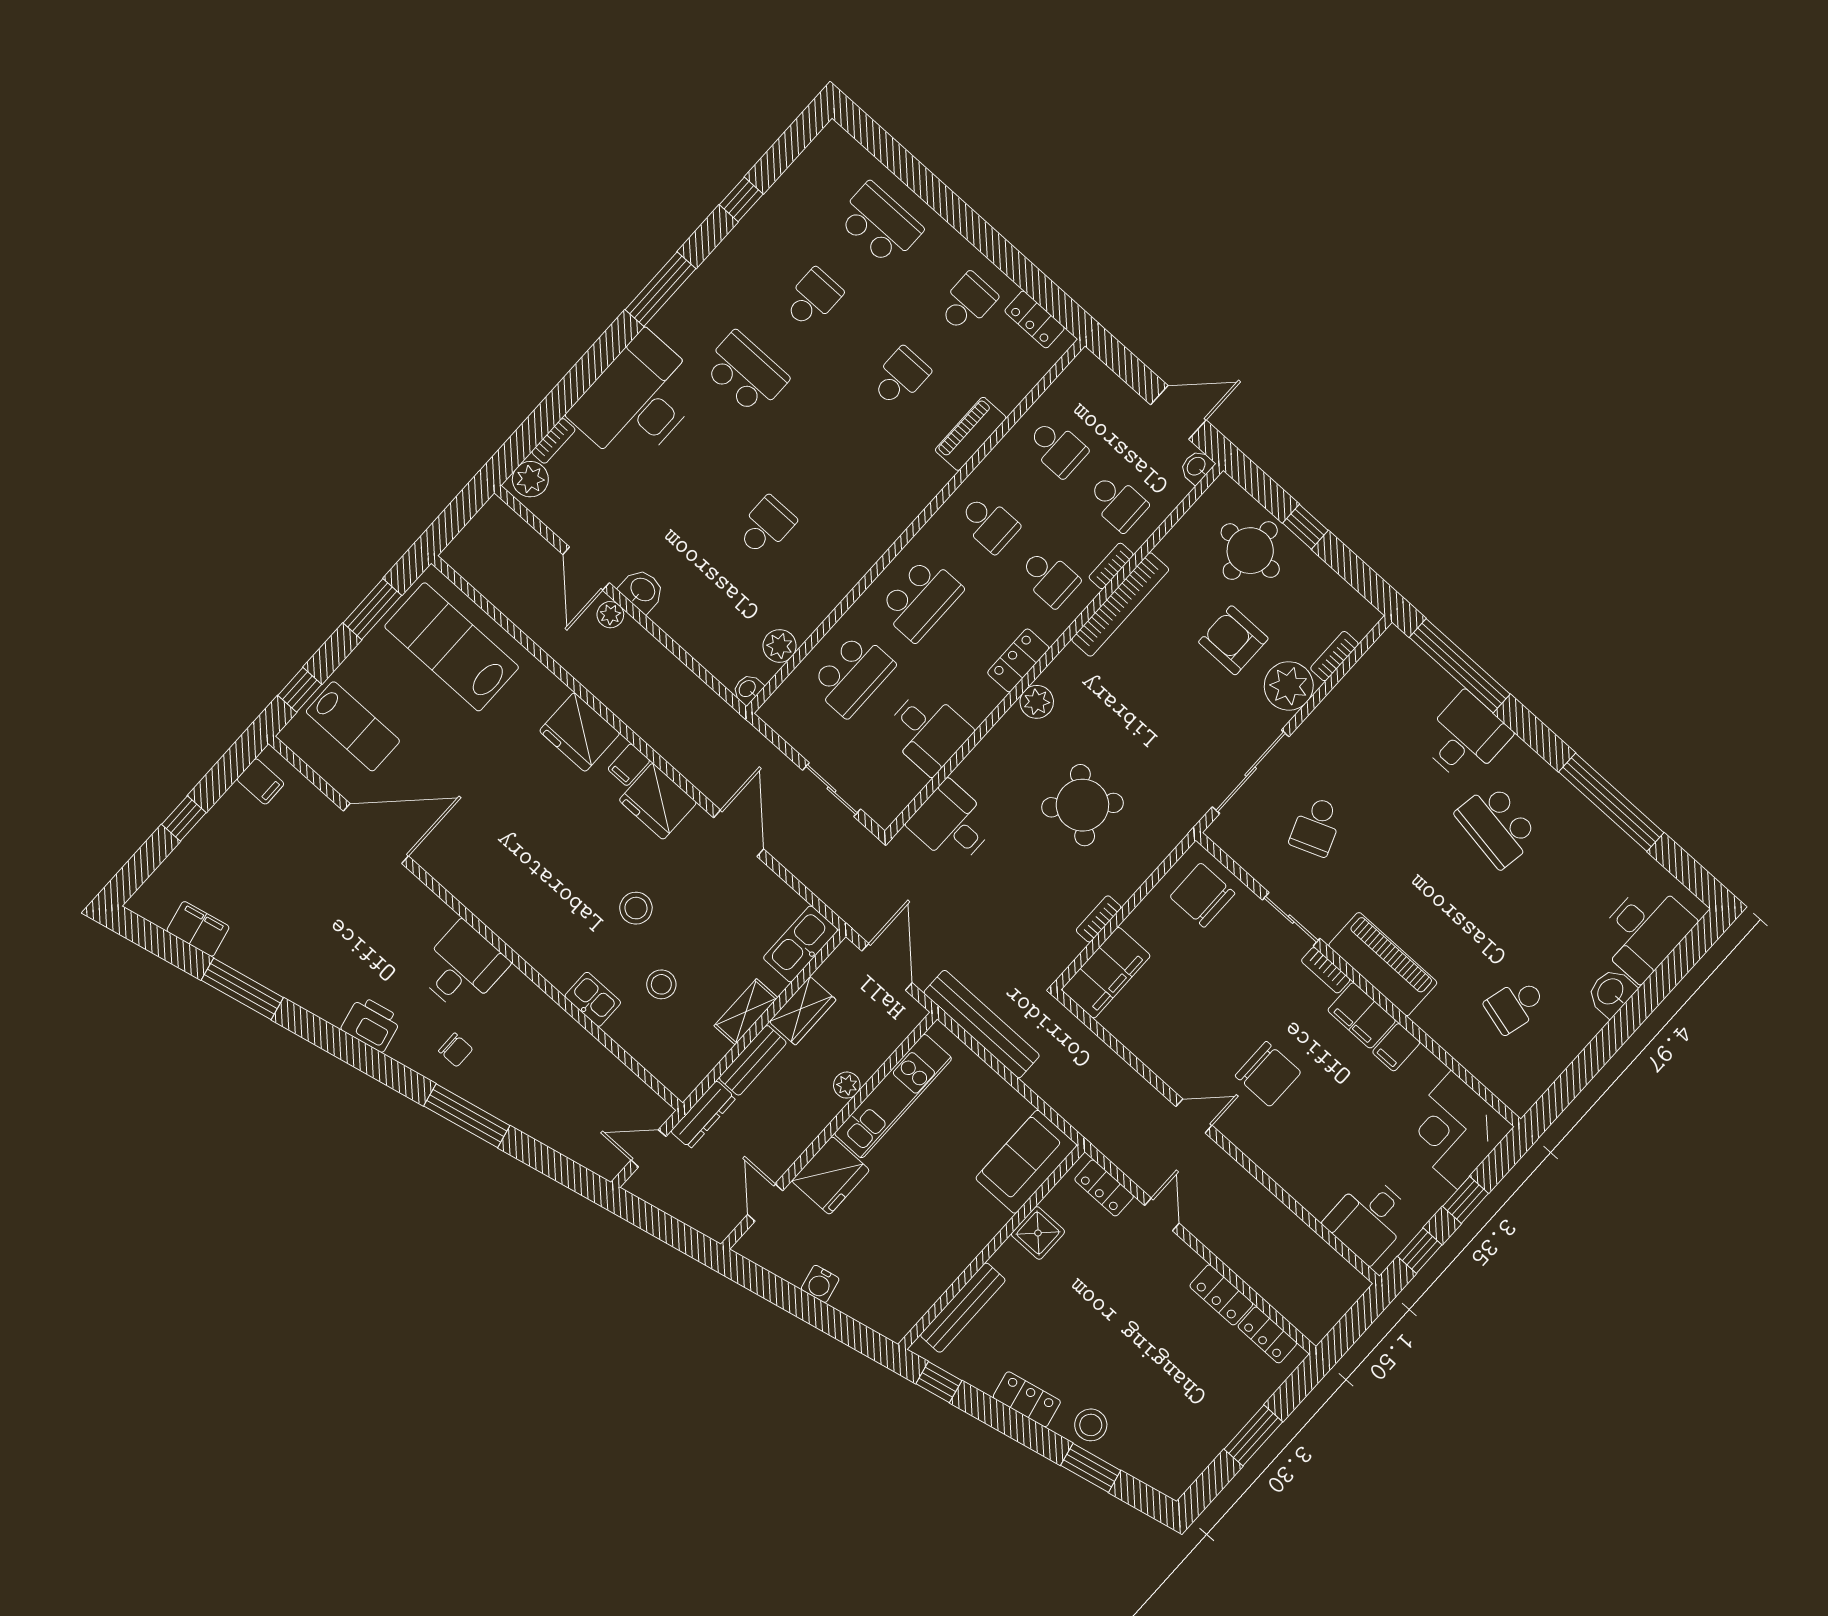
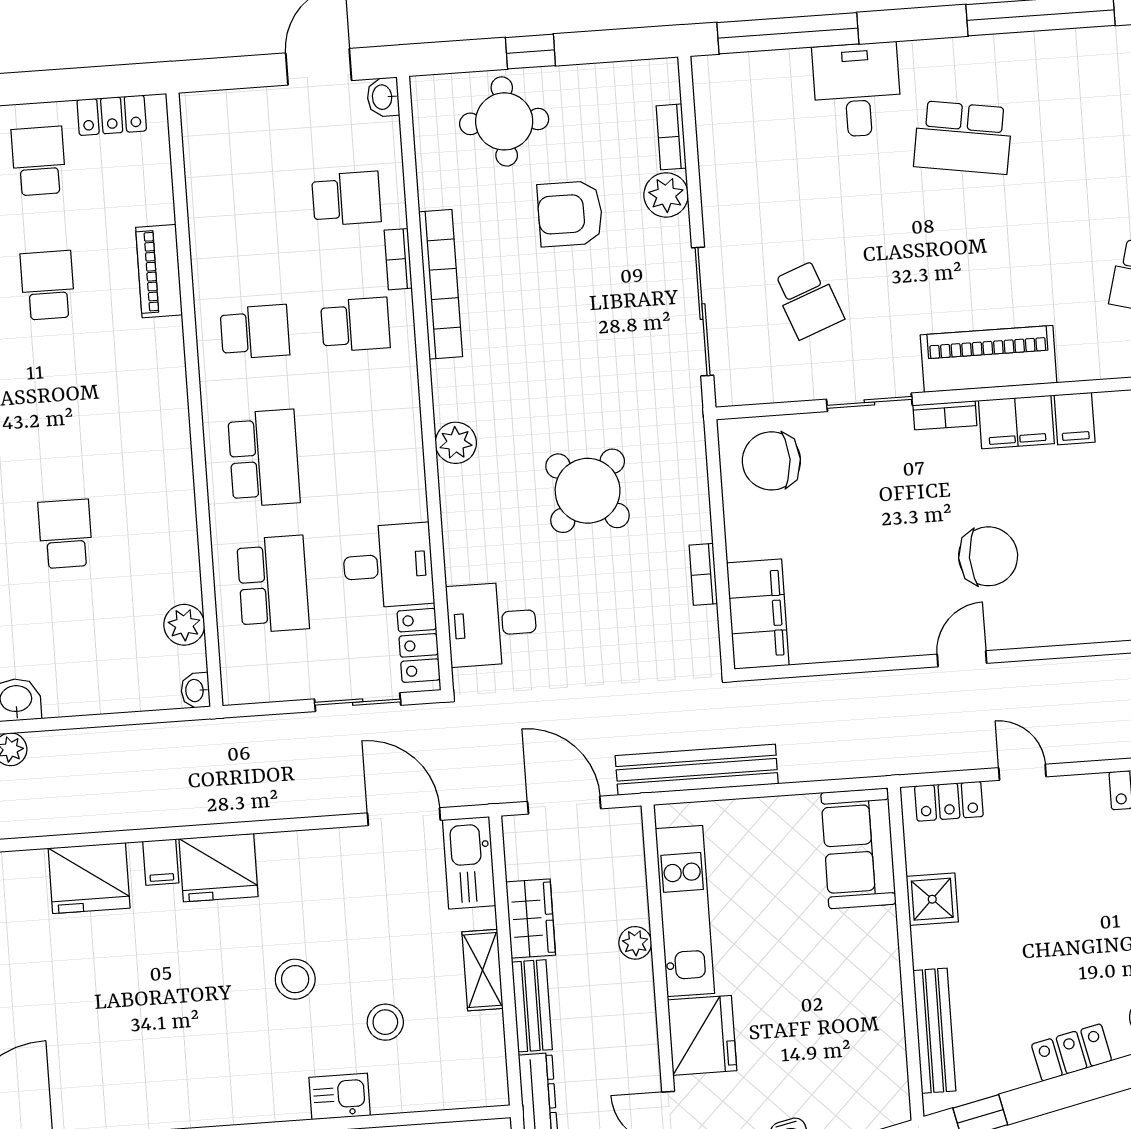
school desk: (1057, 448) -> (246, 206), removed
locker: (1018, 660) -> (419, 645), moved
plant: (1289, 686) -> (666, 195), width x0.73, depth x0.73
door: (739, 833) -> (404, 817), moved

